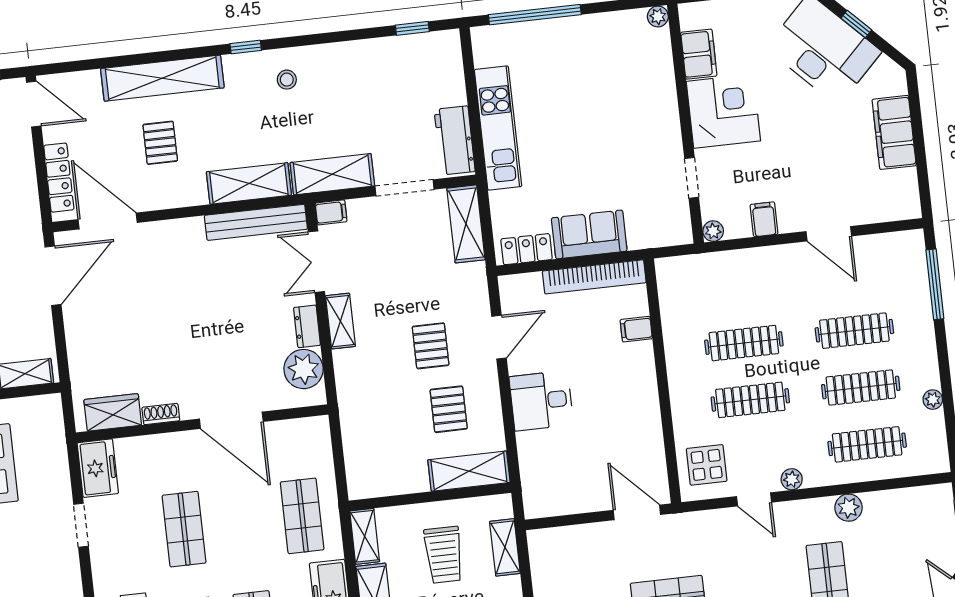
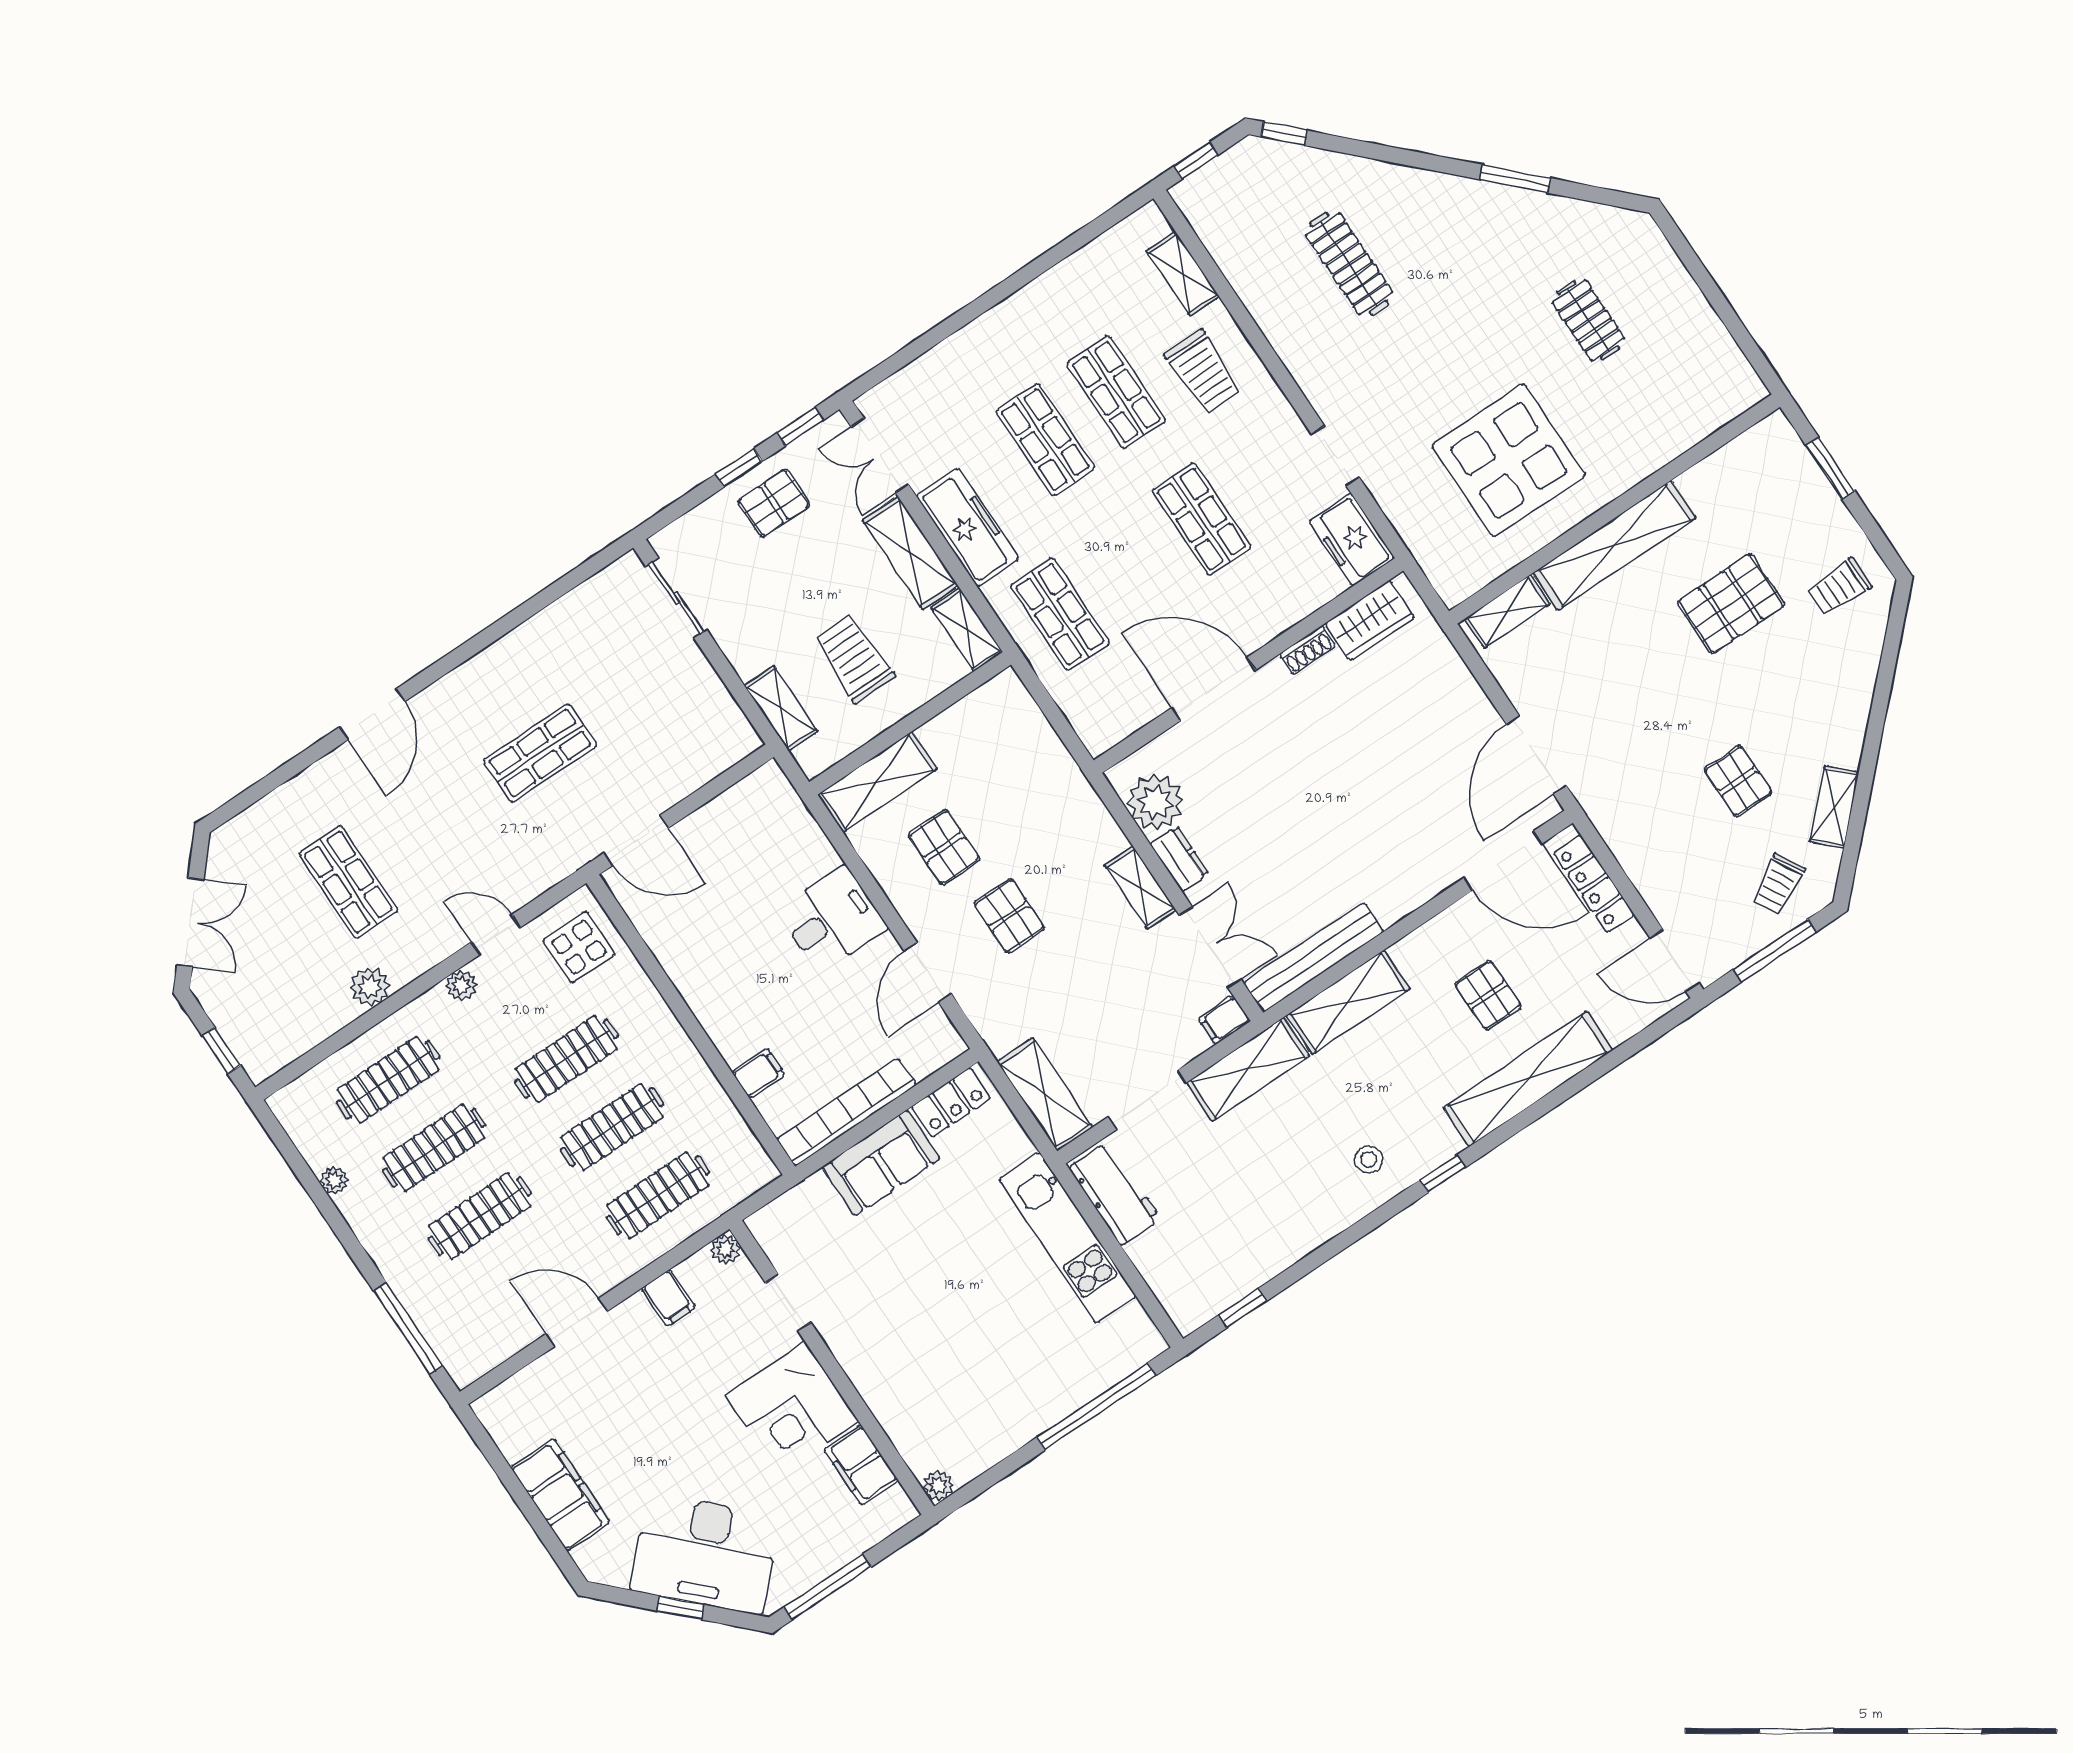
clothes rail: (737, 286) -> (658, 1195), added

